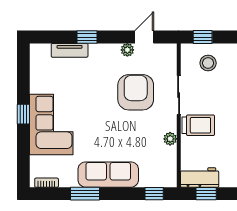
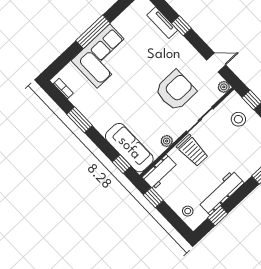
plant: (127, 50) -> (224, 87), moved
window: (23, 114) -> (93, 32), width x2.17
sofa: (108, 175) -> (129, 148), moved
workbench: (200, 178) -> (160, 172), moved, turned 90

